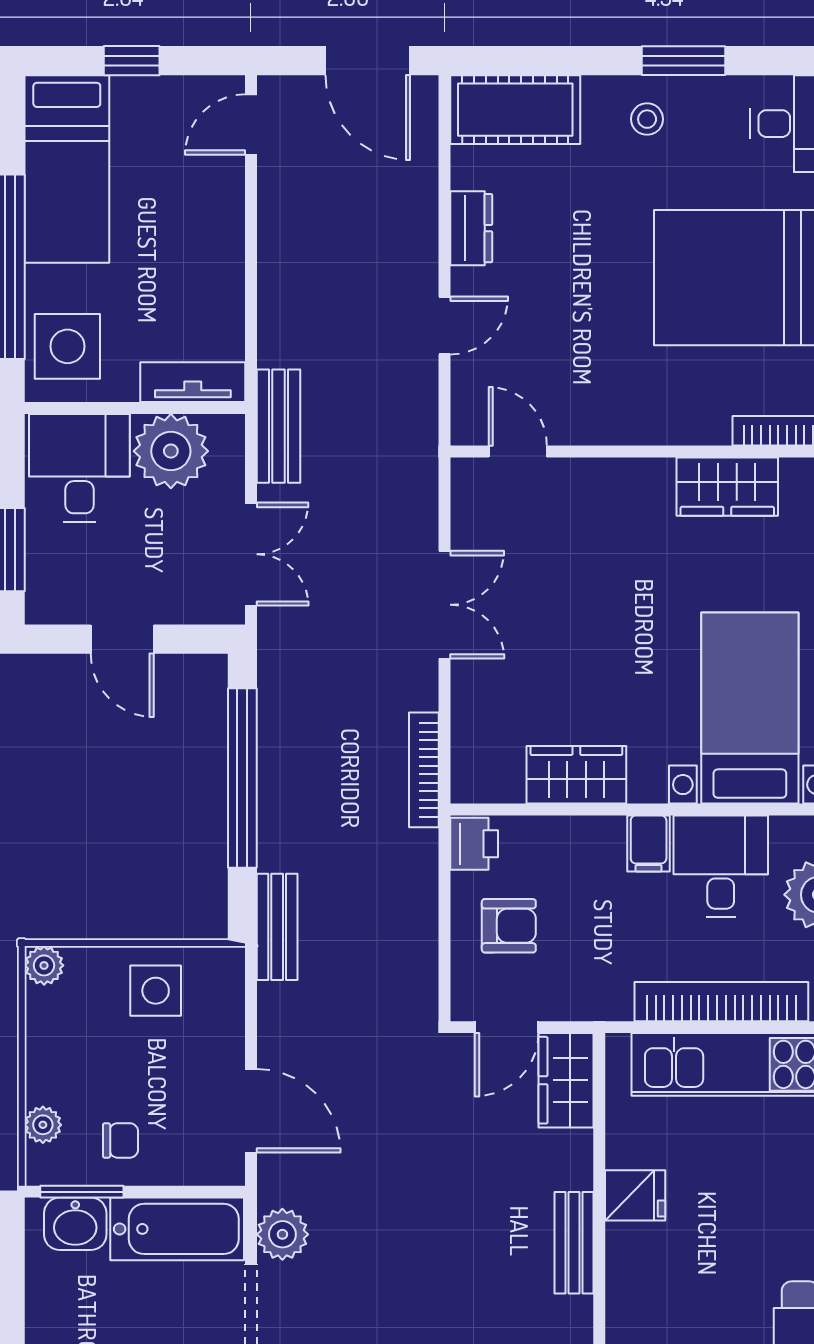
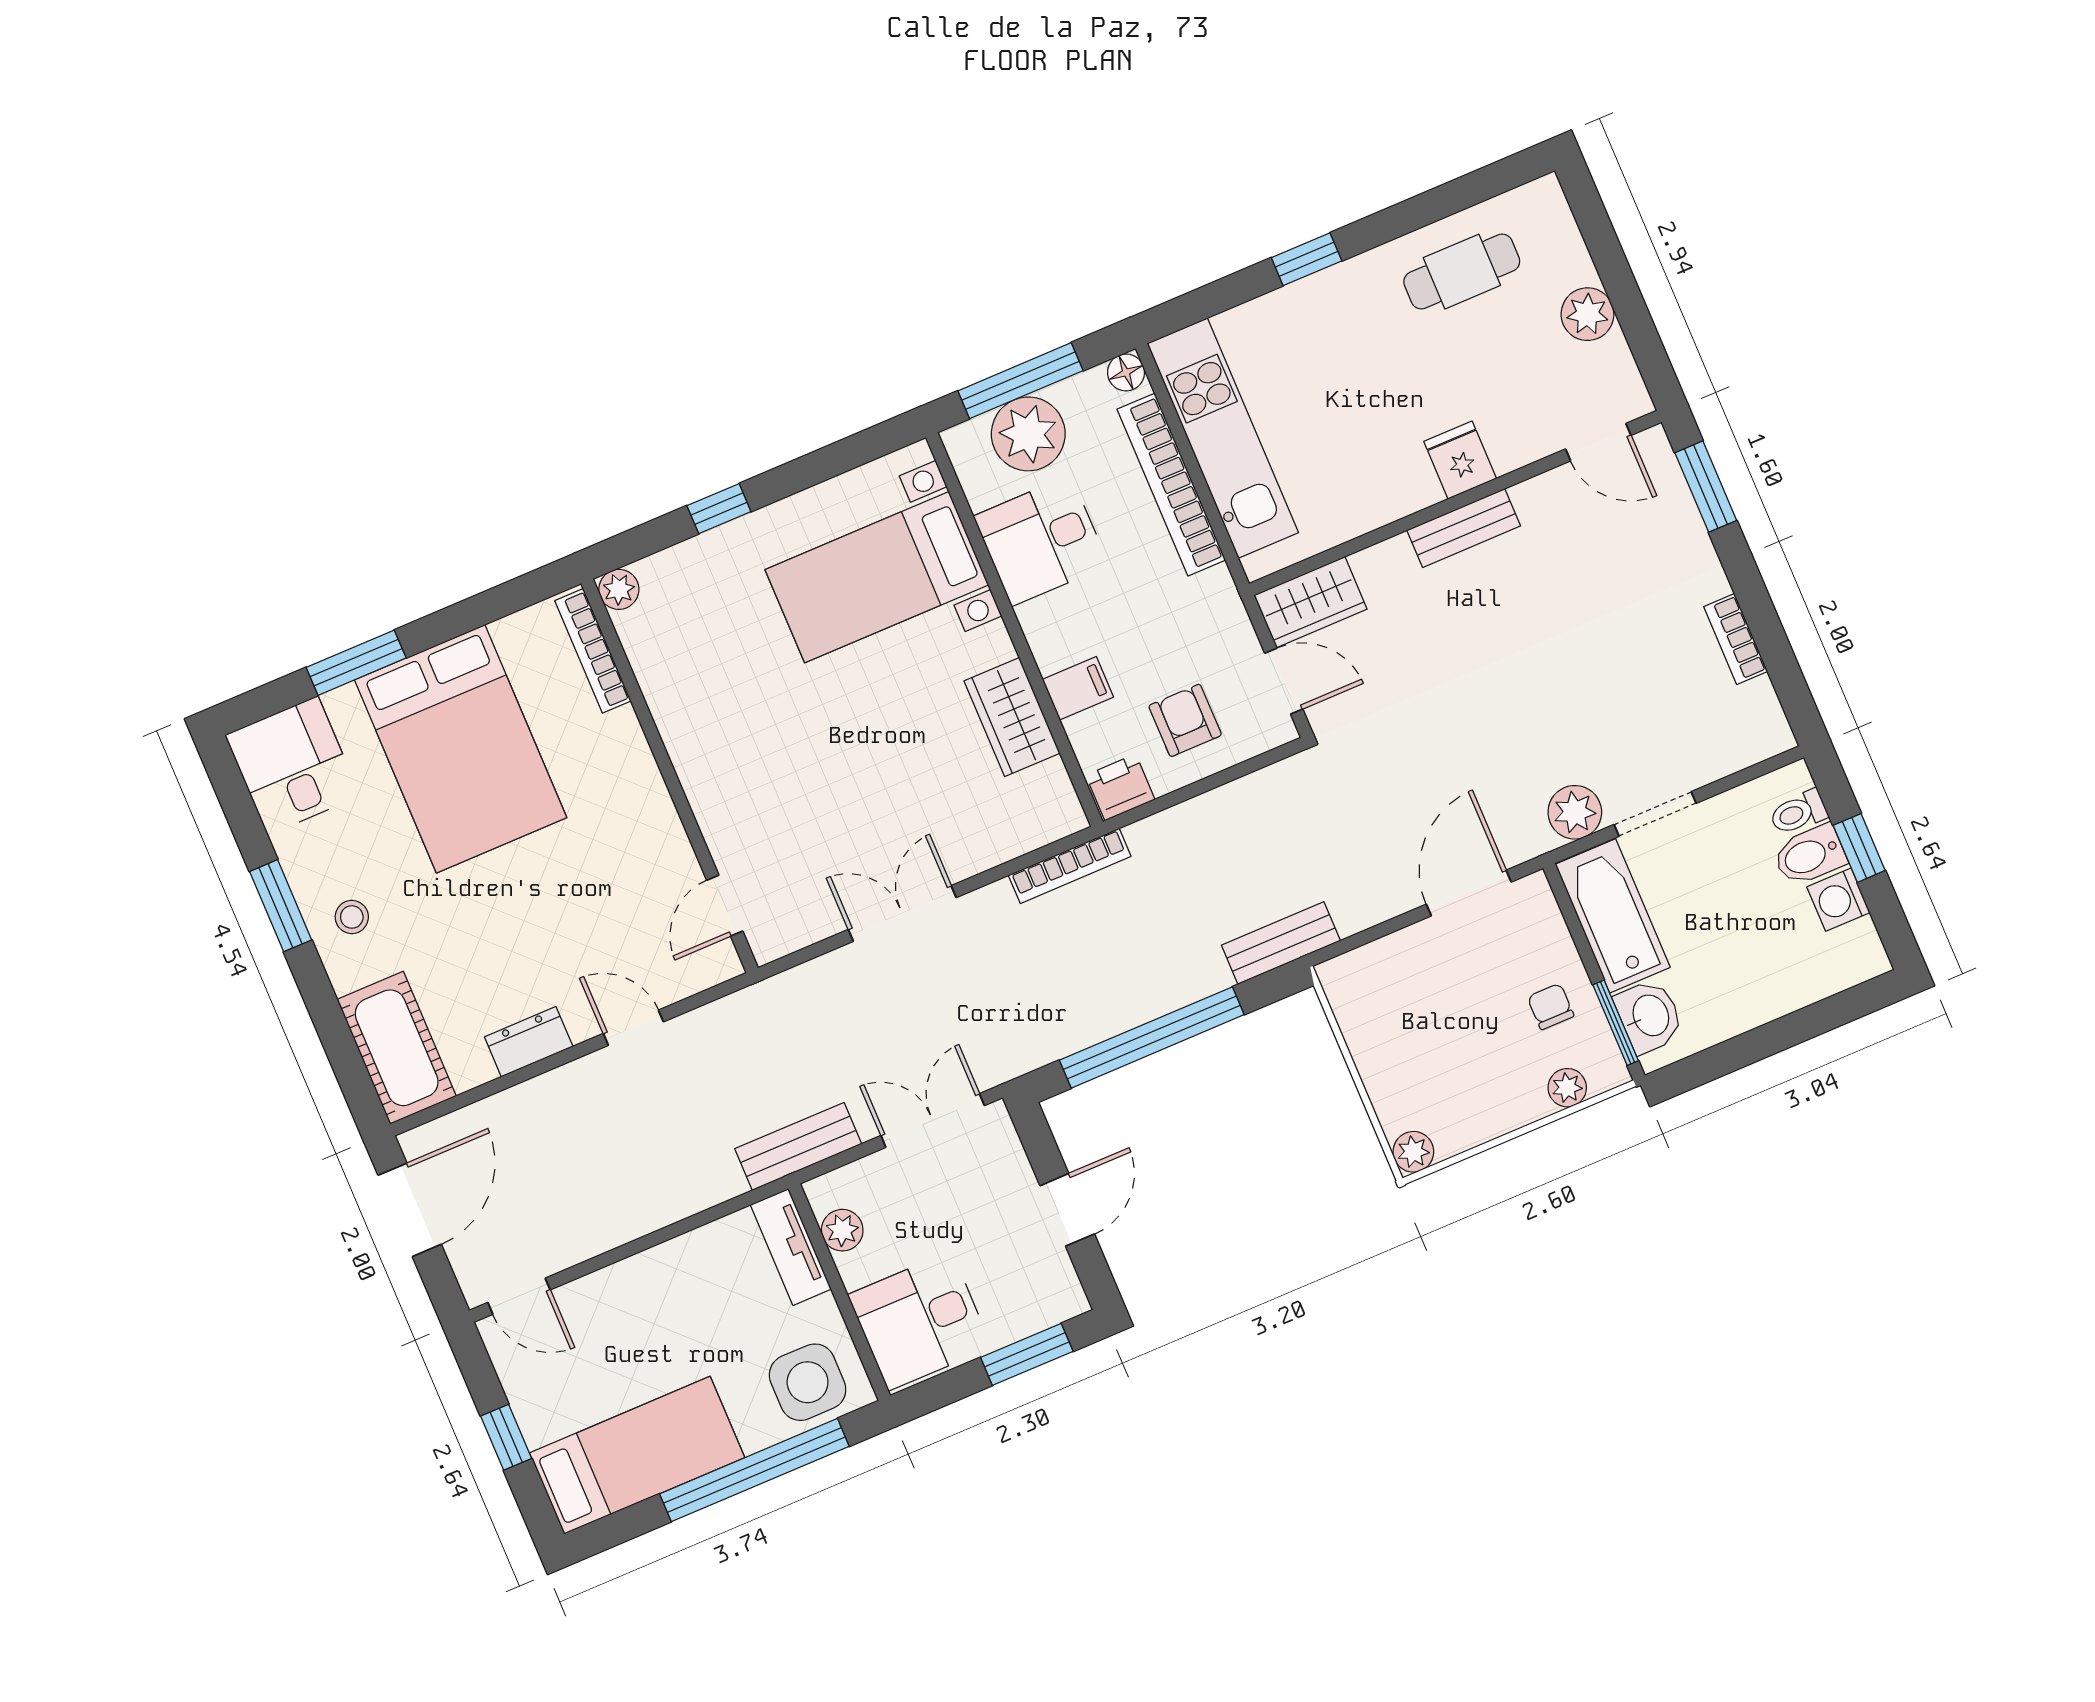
plant: (171, 451) -> (842, 1230), width x0.53, depth x0.53
wardrobe: (727, 487) -> (673, 690), removed
filing cabinet: (649, 843) -> (1078, 688), moved
side table: (156, 991) -> (1392, 1034), removed
fridge: (635, 1195) -> (1460, 460), moved

